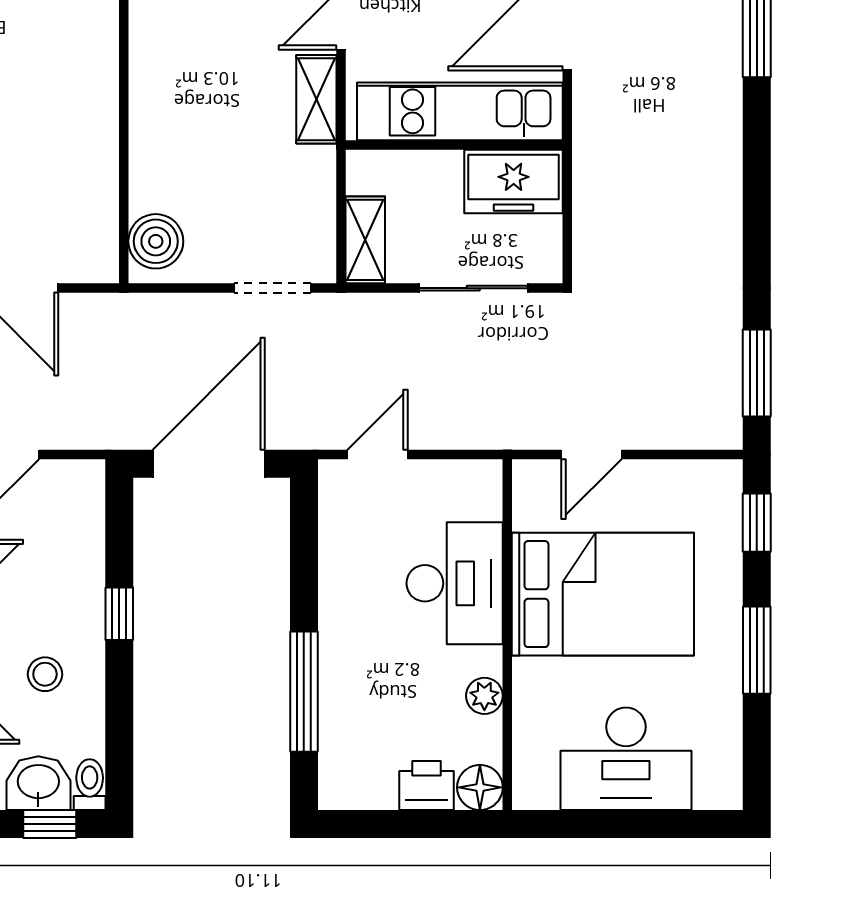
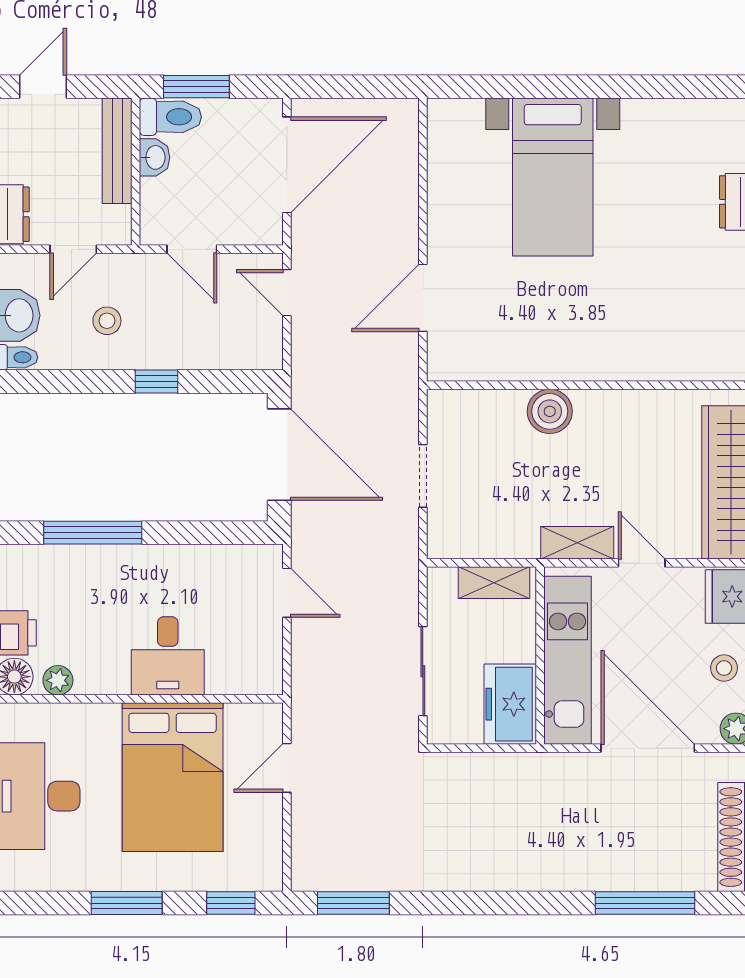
shelving: (365, 240) -> (494, 583), moved
boiler: (156, 241) -> (550, 411), moved
doorway: (273, 288) -> (423, 476), moved
door: (591, 454) -> (287, 768), hinge flipped
desk: (455, 583) -> (168, 656), width x0.73
plant: (484, 696) -> (58, 680), moved

